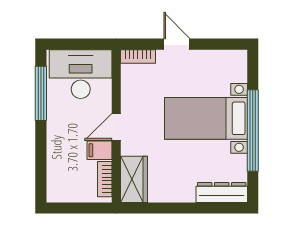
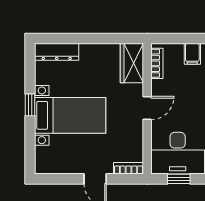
window: (79, 44) -> (179, 179), added
window: (253, 131) -> (30, 105), width x0.32
filing cabinet: (99, 150) -> (192, 54), moved, turned 90

